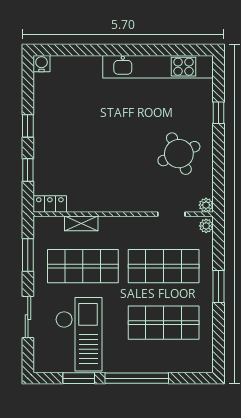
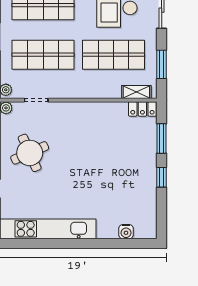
water cooler: (41, 64) -> (126, 232), moved
window: (28, 170) -> (162, 139), width x1.50
shelving: (81, 223) -> (136, 92), moved

